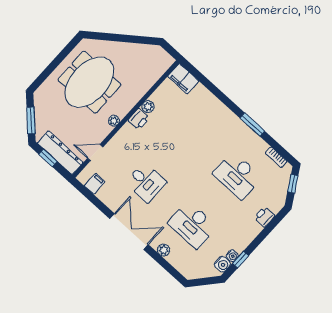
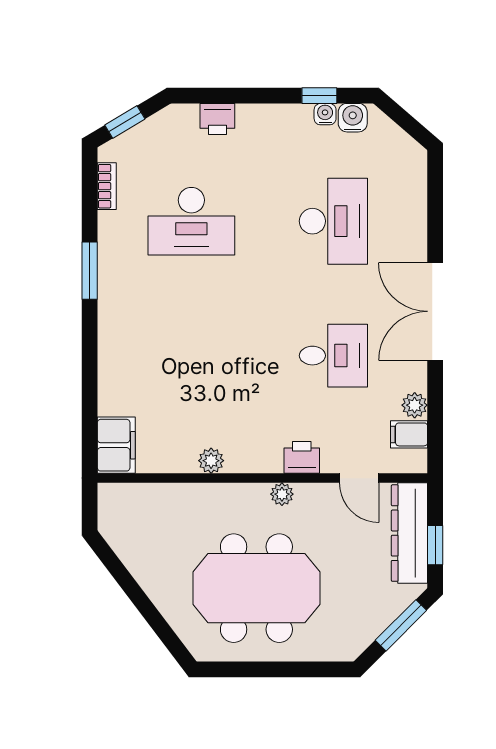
printer: (139, 119) -> (302, 457), moved
desk: (237, 175) -> (191, 221), turned 90
desk: (146, 182) -> (333, 356), turned 90
plant: (164, 250) -> (415, 405), moved

